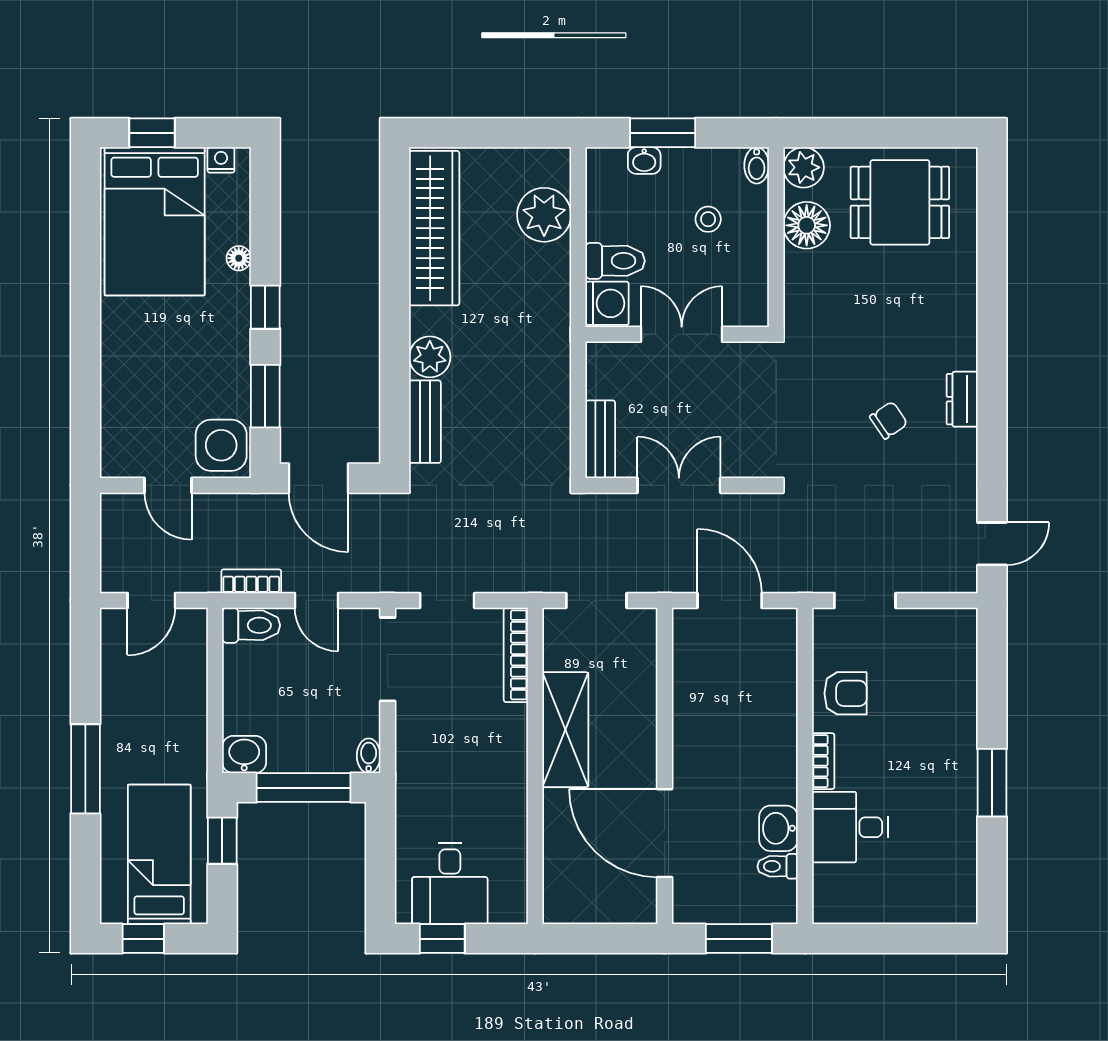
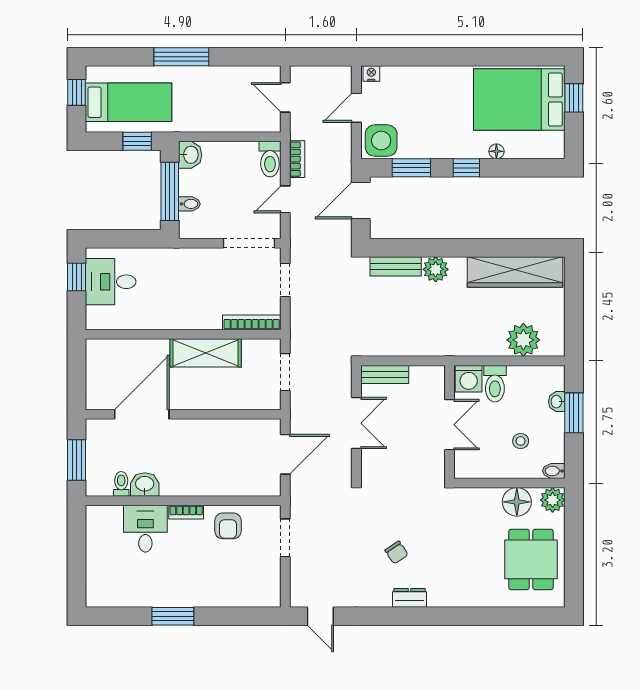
nightstand: (221, 160) -> (371, 74), moved, turned -90
bidet: (369, 756) -> (189, 204), moved

